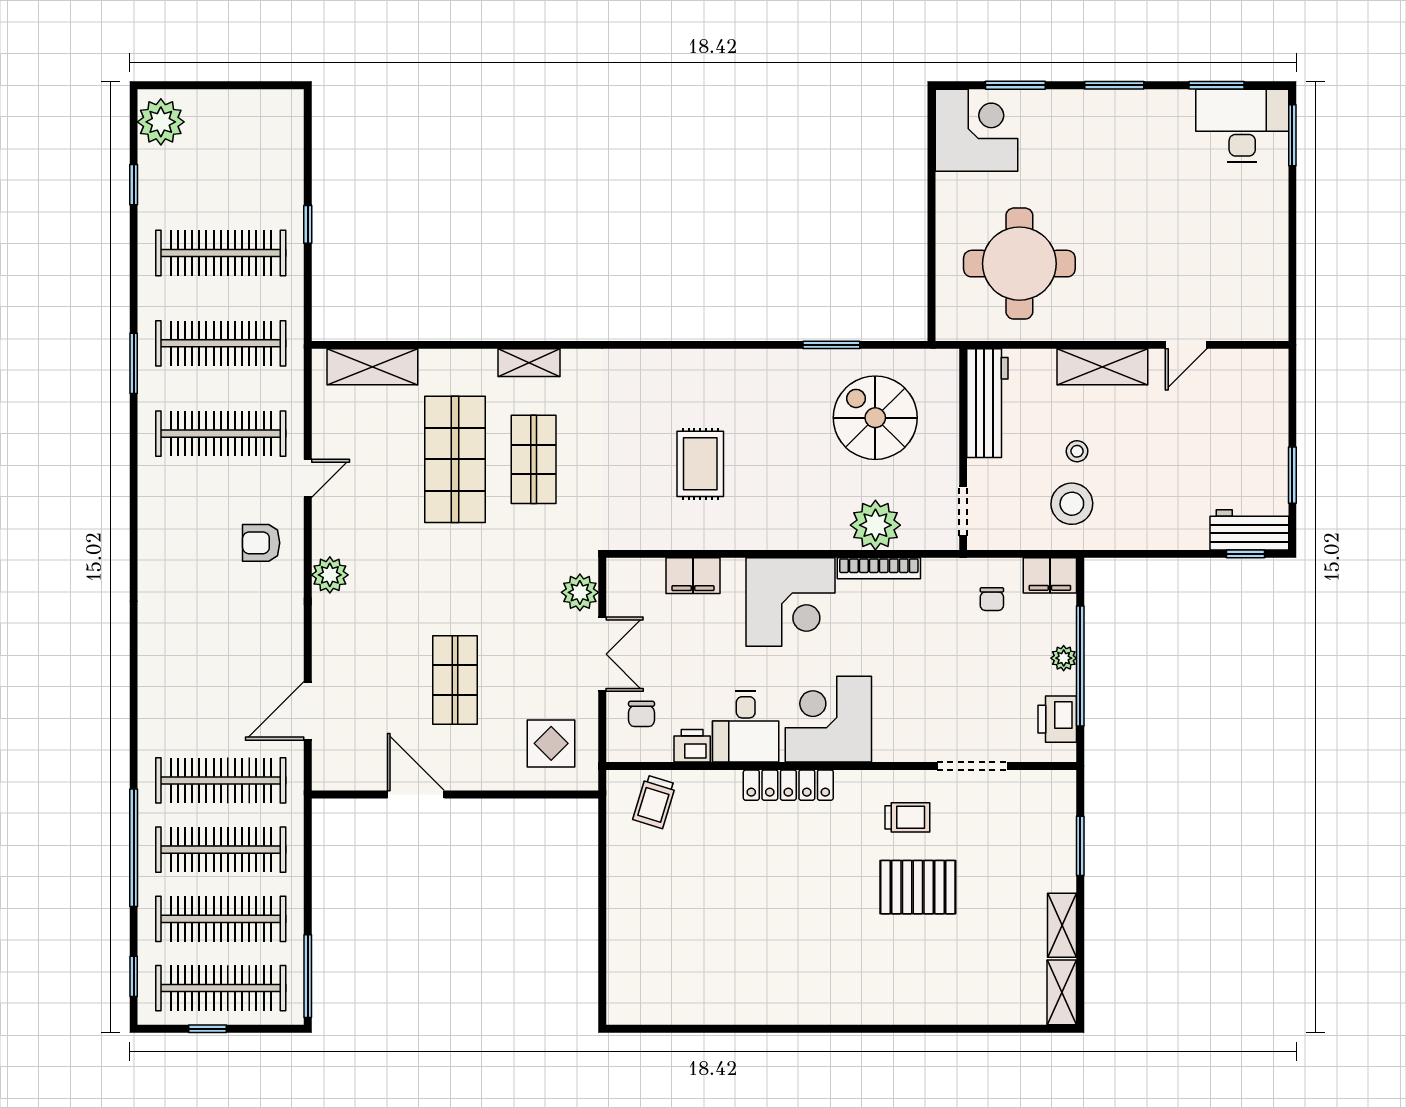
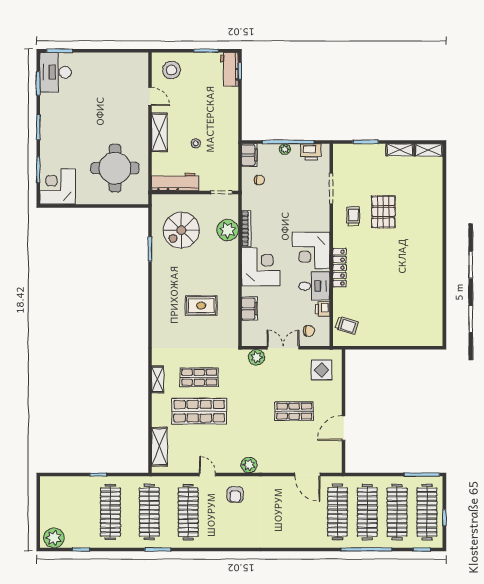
stool: (1072, 504) -> (172, 70), moved

